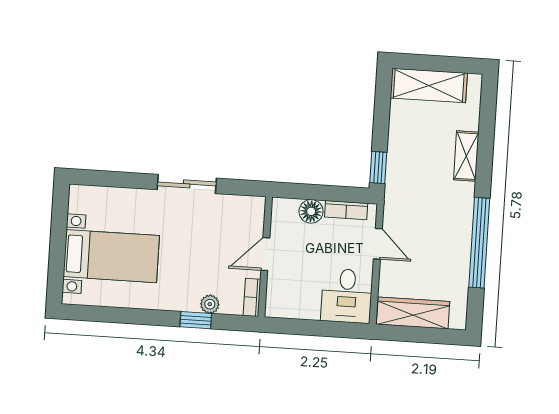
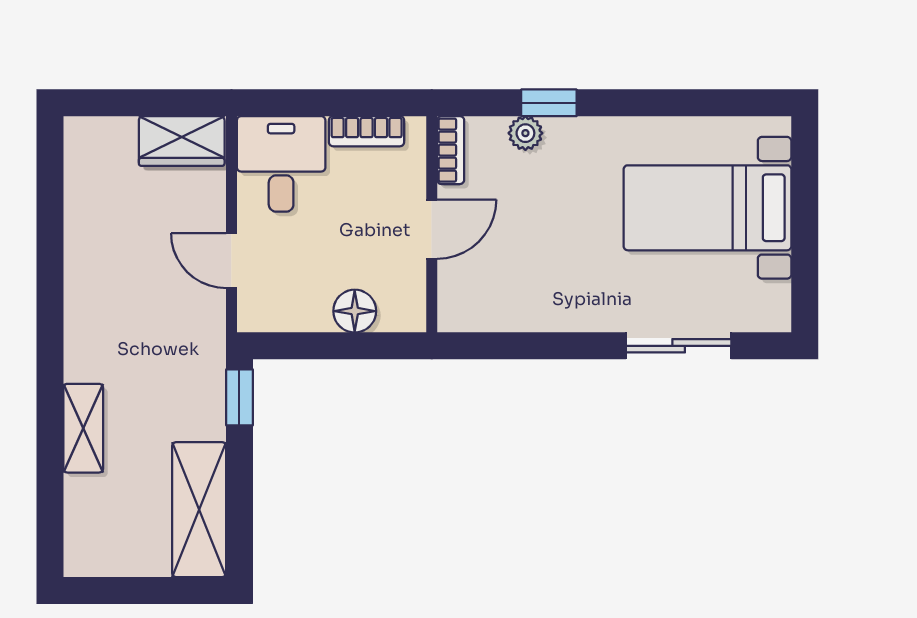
shelving: (429, 85) -> (199, 510), moved, turned 90
sliding door: (187, 184) -> (679, 346), moved
bookcase: (346, 210) -> (367, 131), moved, turned 180
window: (479, 243) -> (50, 274), removed
wardrobe: (413, 313) -> (182, 141), width x0.67

